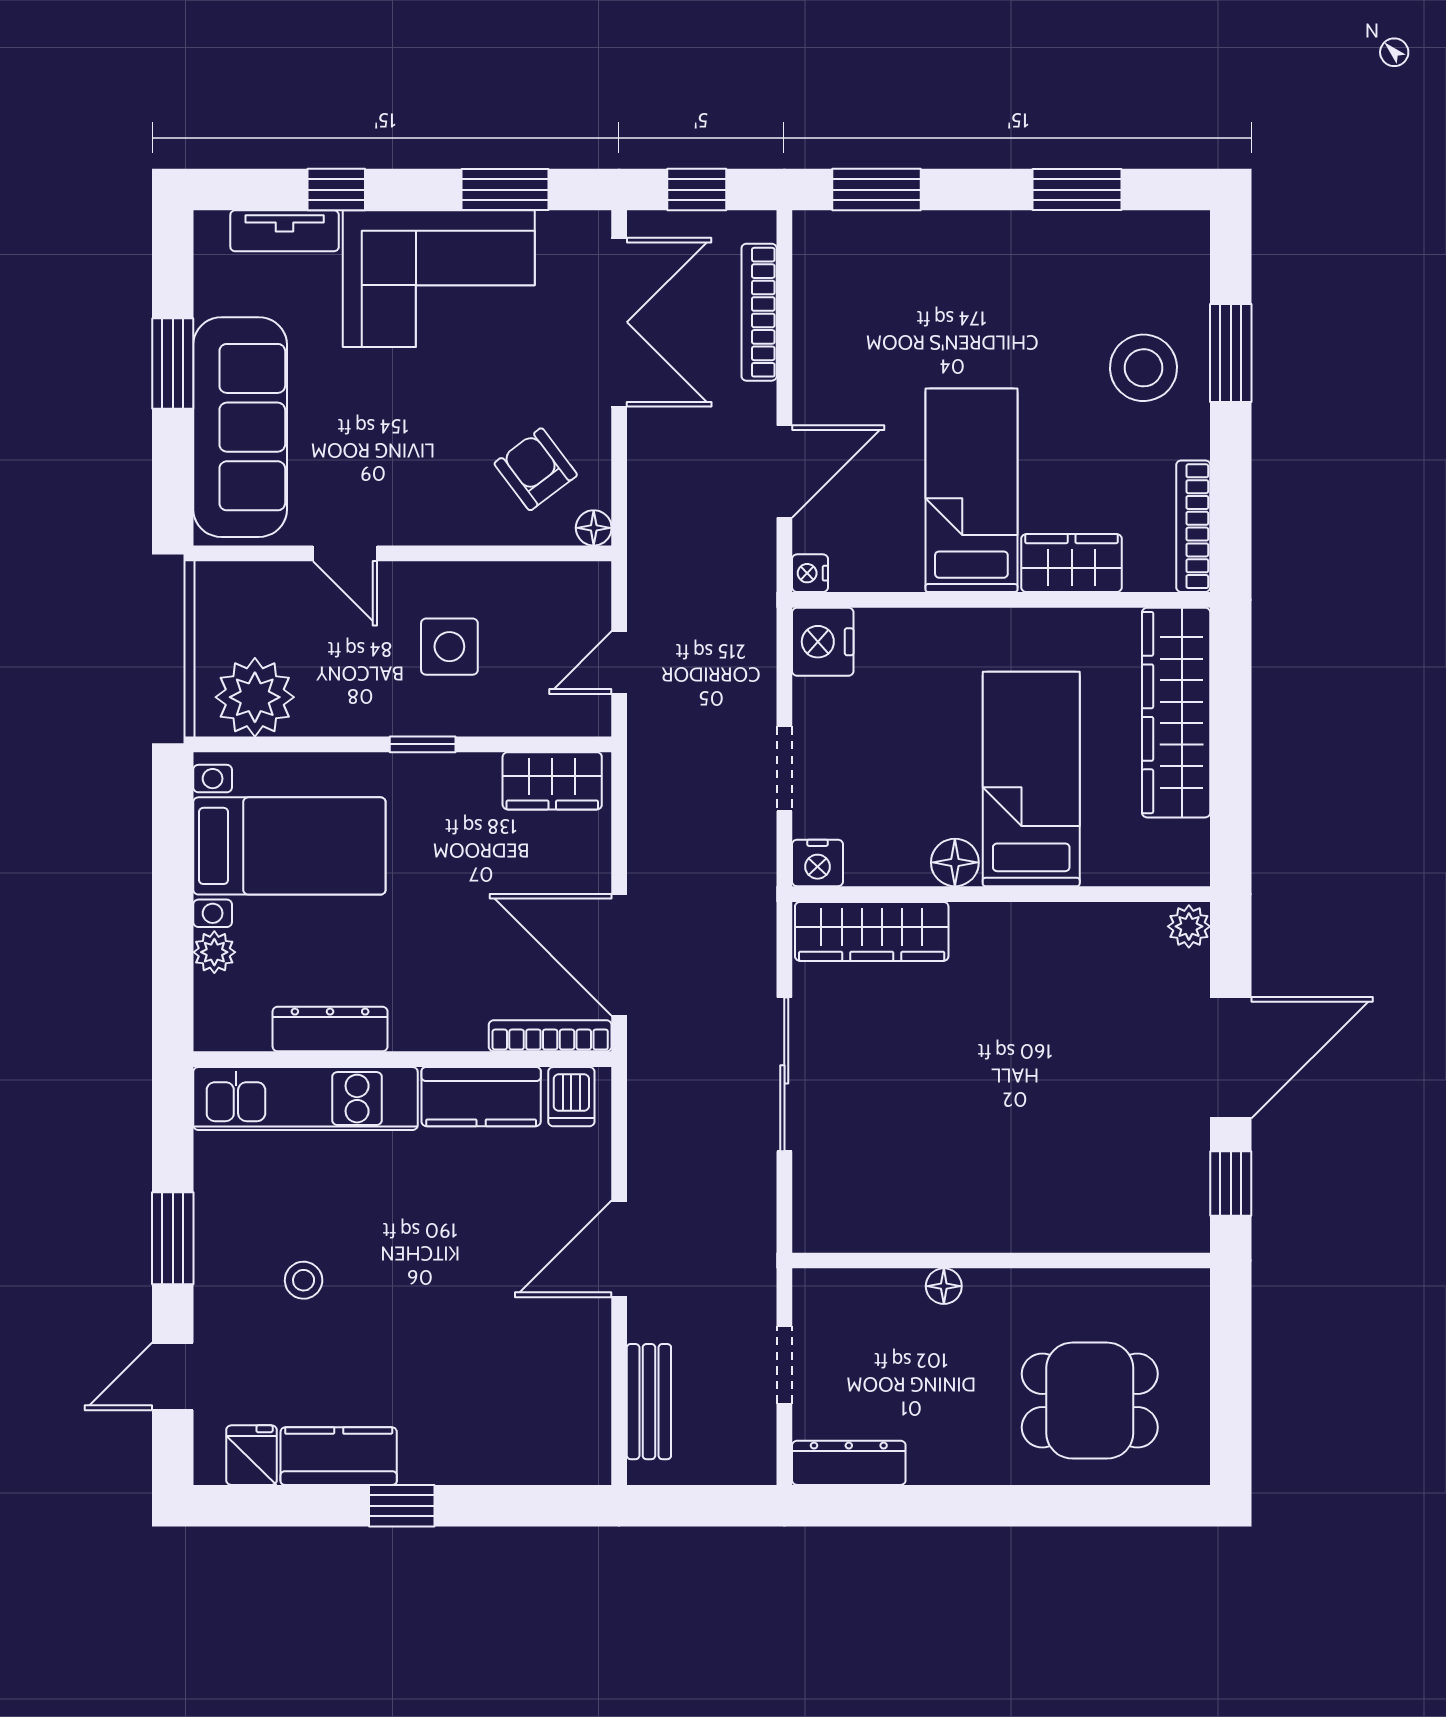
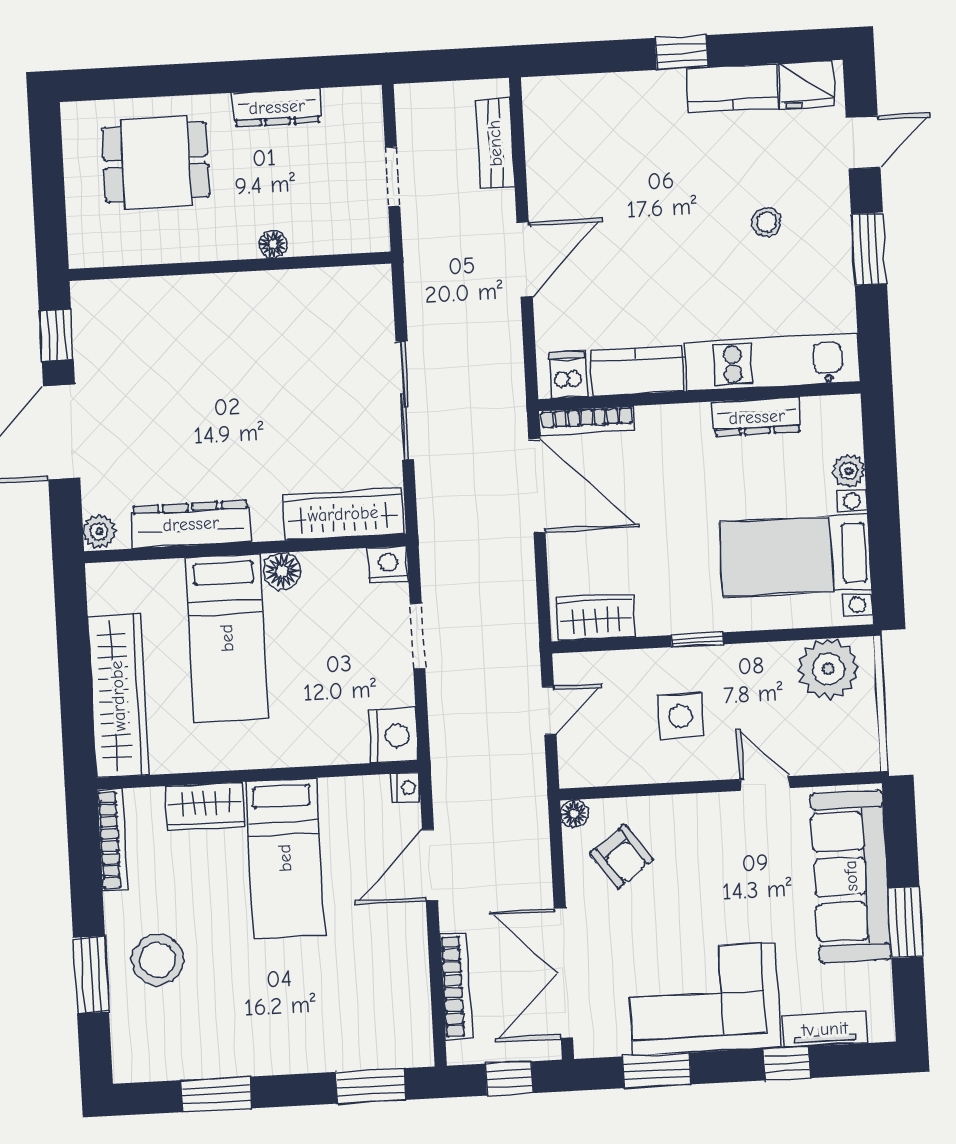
dresser: (1070, 929) -> (191, 524), added
fridge: (251, 1455) -> (807, 85), width x1.38
dresser: (849, 1463) -> (277, 107), moved

